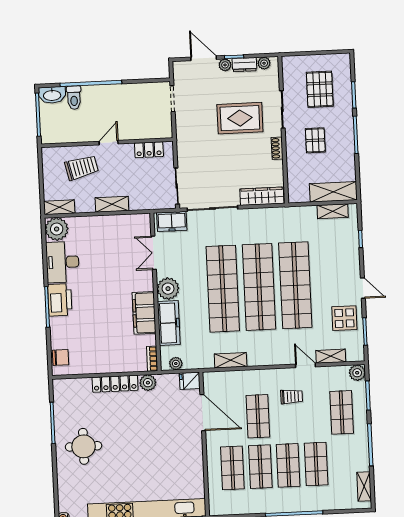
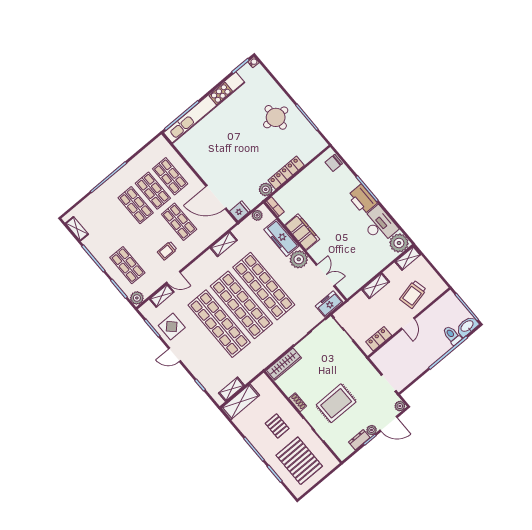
plant: (264, 63) -> (400, 406), moved
pallet: (320, 89) -> (299, 461), width x1.37, depth x1.41
shop shelf: (316, 464) -> (119, 220), removed

